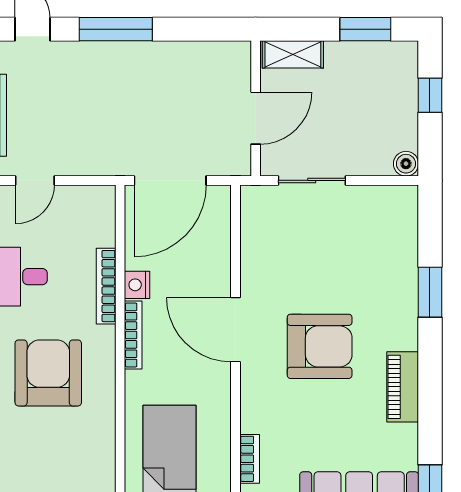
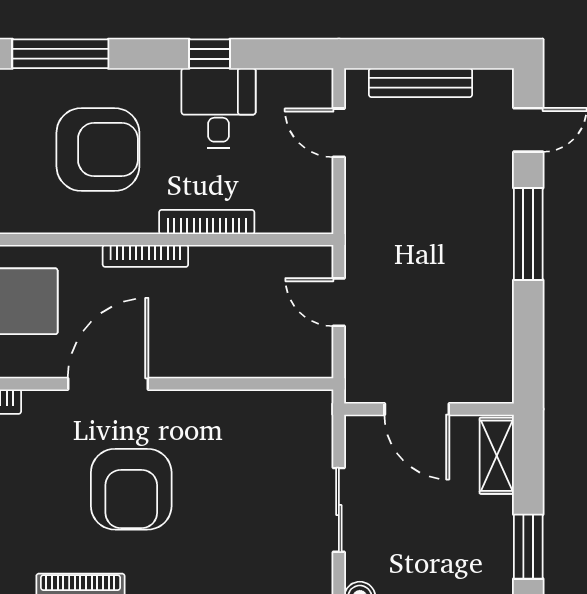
door: (170, 180) -> (339, 302), width x0.53
sliding door: (312, 180) -> (339, 510), moved
nightstand: (137, 285) -> (208, 261), removed
door: (235, 330) -> (108, 384), moved

